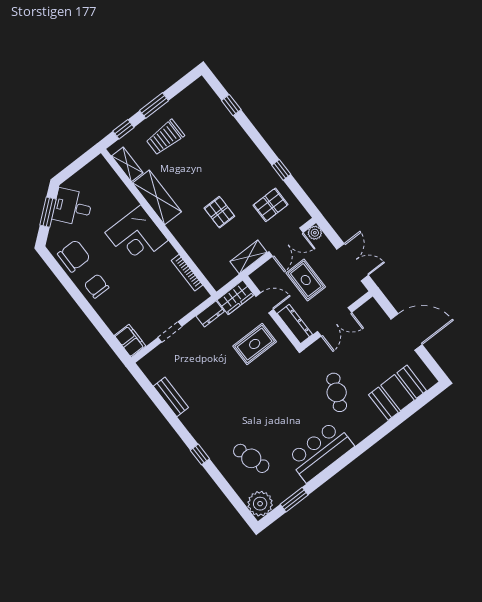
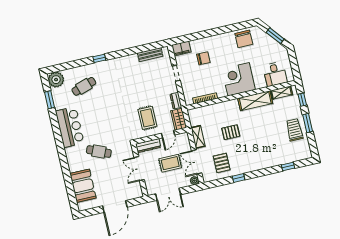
trolley: (165, 137) -> (294, 130), moved
desk: (73, 207) -> (275, 74), moved, turned 129
chair: (96, 286) -> (203, 58), moved
bench: (171, 397) -> (150, 55), moved

